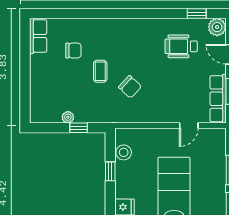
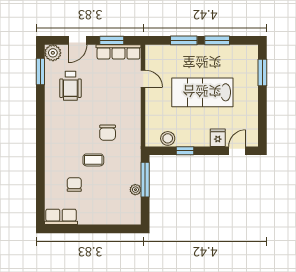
window: (197, 14) -> (40, 72), width x1.50
chair: (130, 87) -> (108, 133), turned 137
window: (79, 128) -> (145, 180), width x2.17

